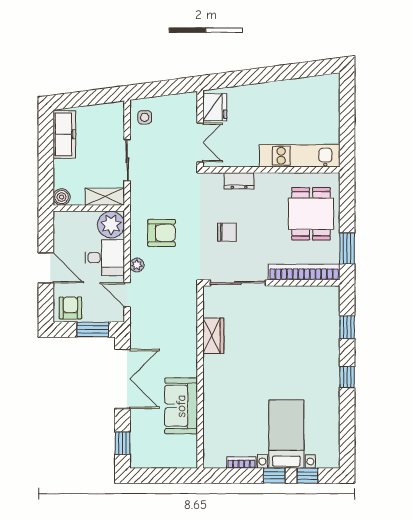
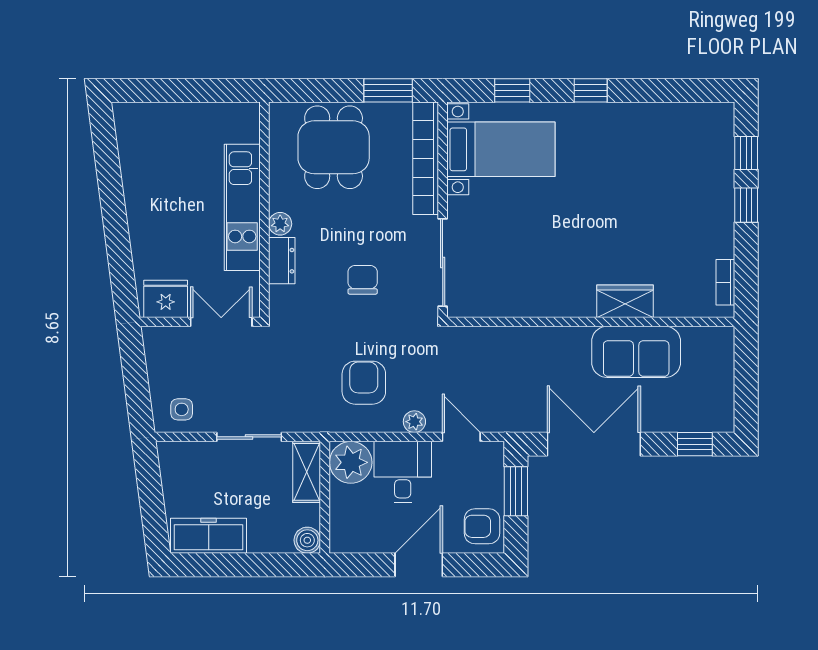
kitchen unit: (300, 156) -> (242, 207), moved
plant: (262, 180) -> (280, 224), added
dining table: (311, 214) -> (334, 147), turned 90
door: (127, 295) -> (461, 437), swing flipped
wardrobe: (213, 336) -> (625, 301), moved
bed with nightstands: (286, 434) -> (501, 149), moved, turned 180
bookcase: (241, 462) -> (725, 282), moved

